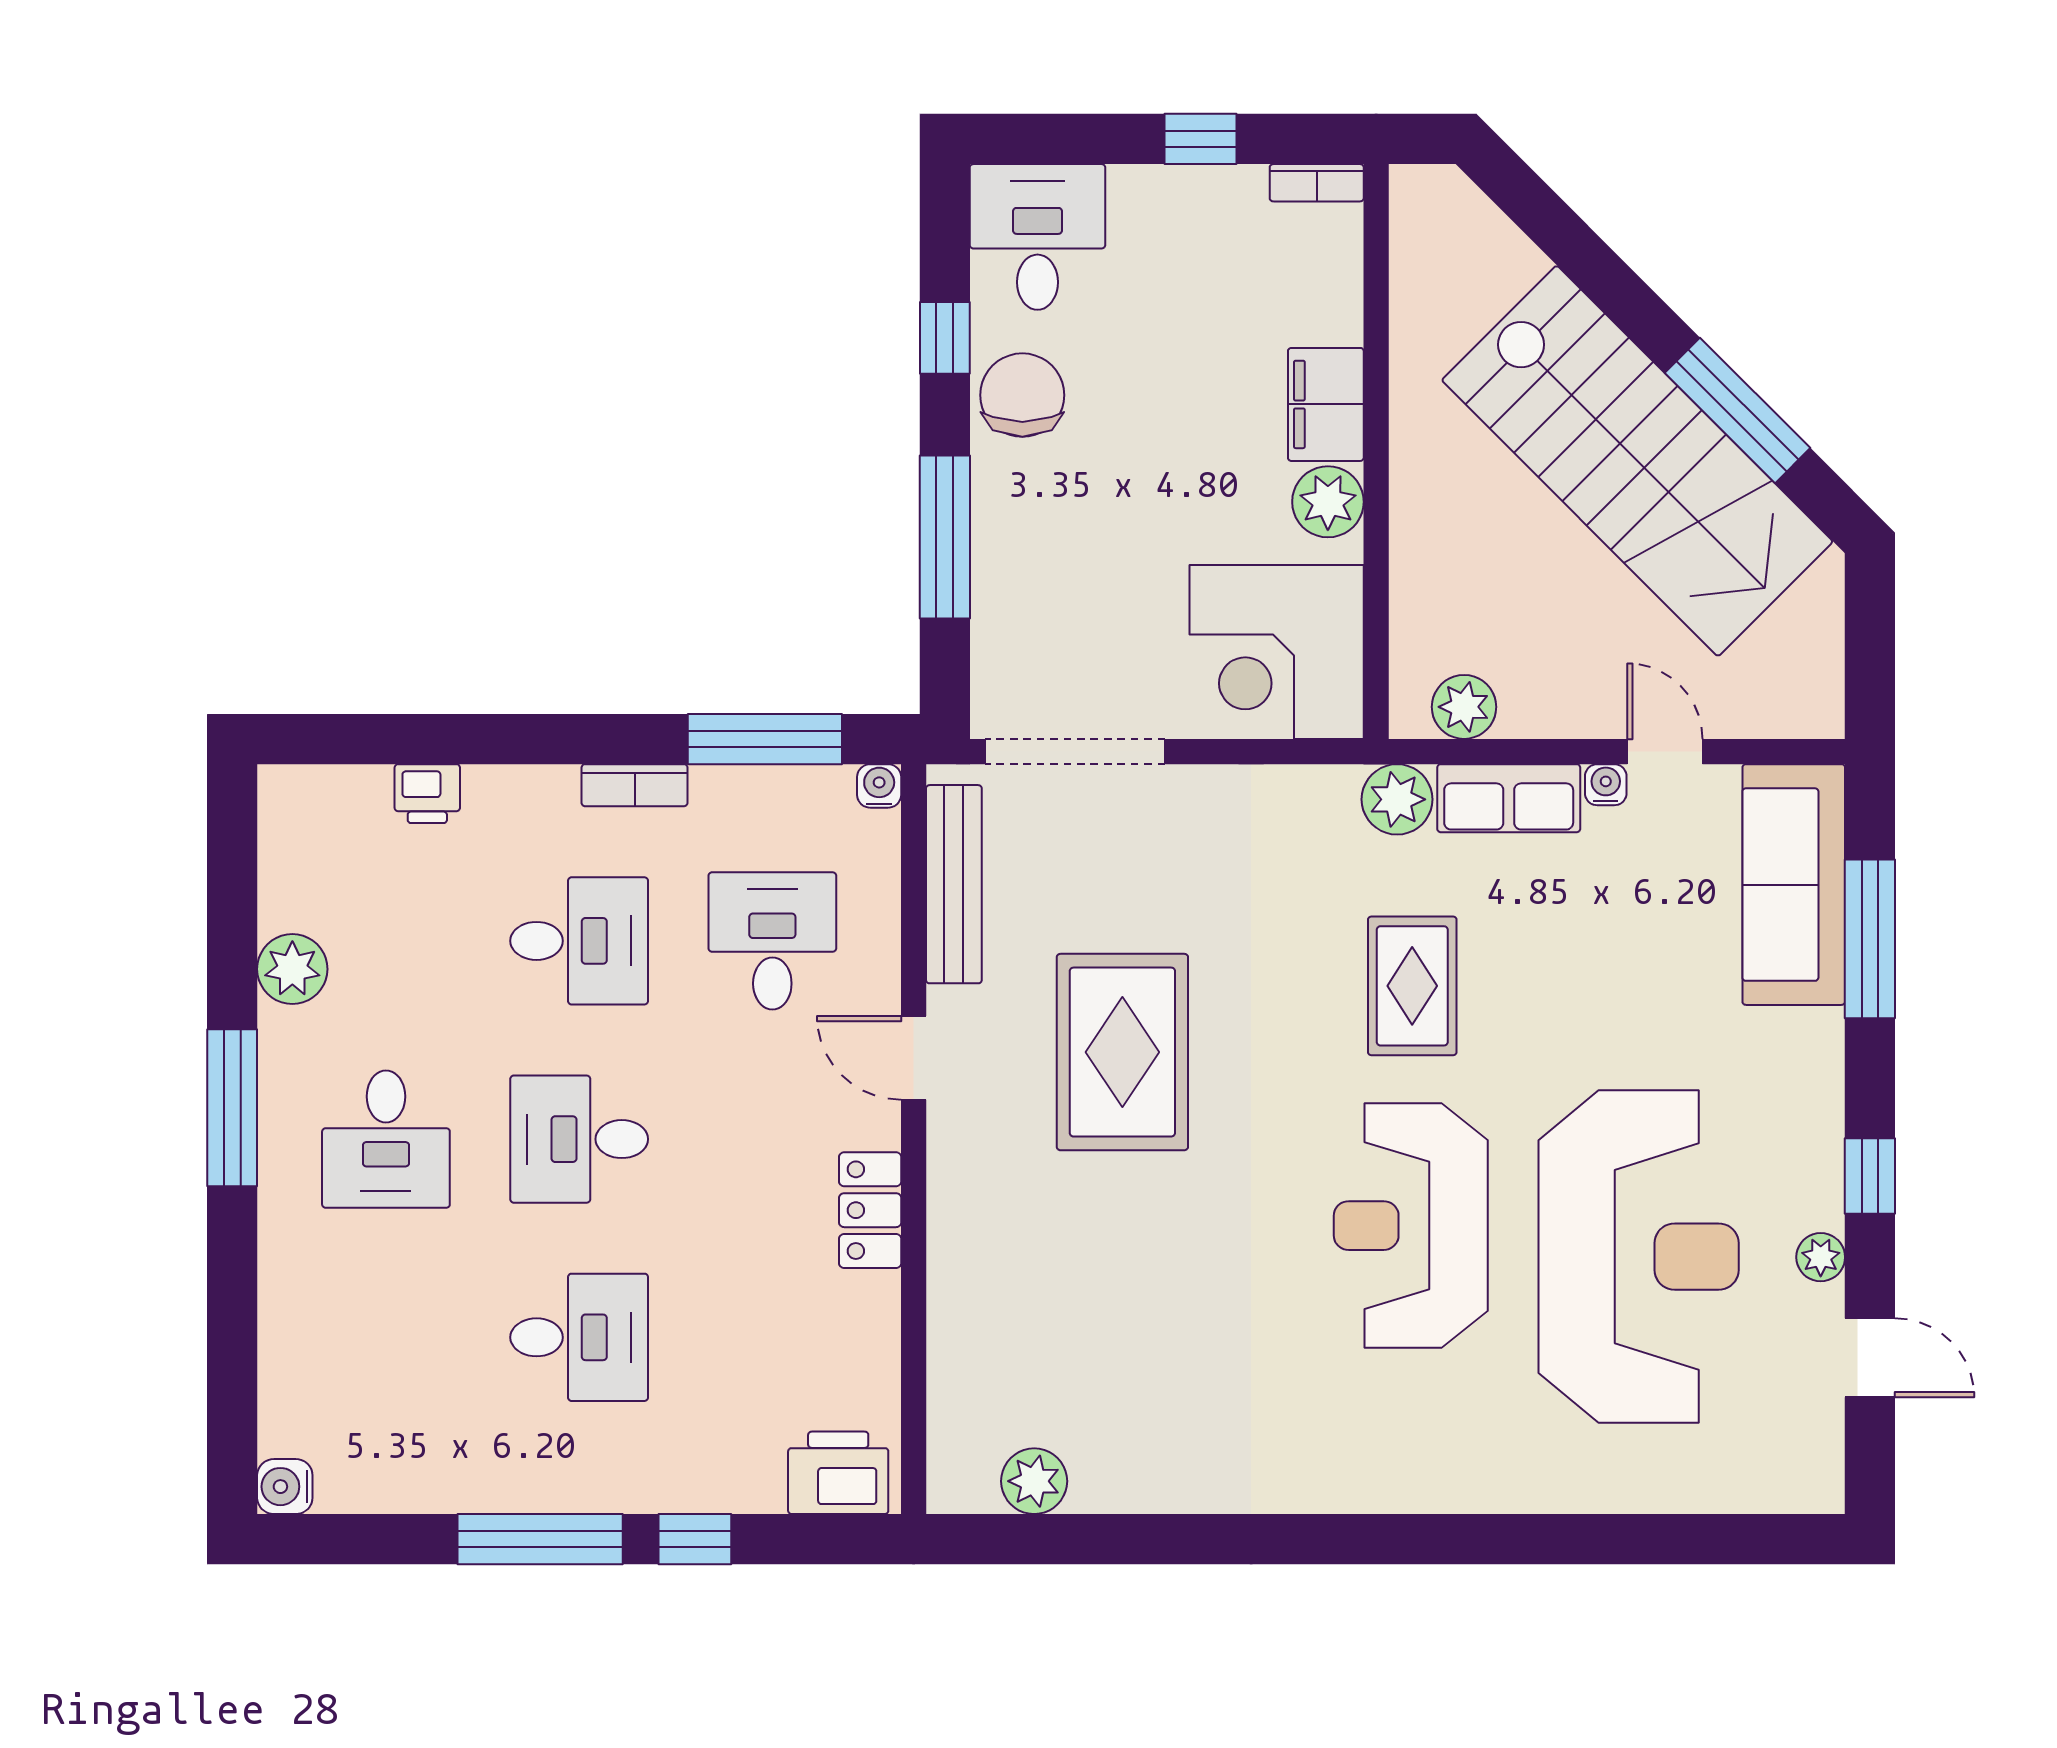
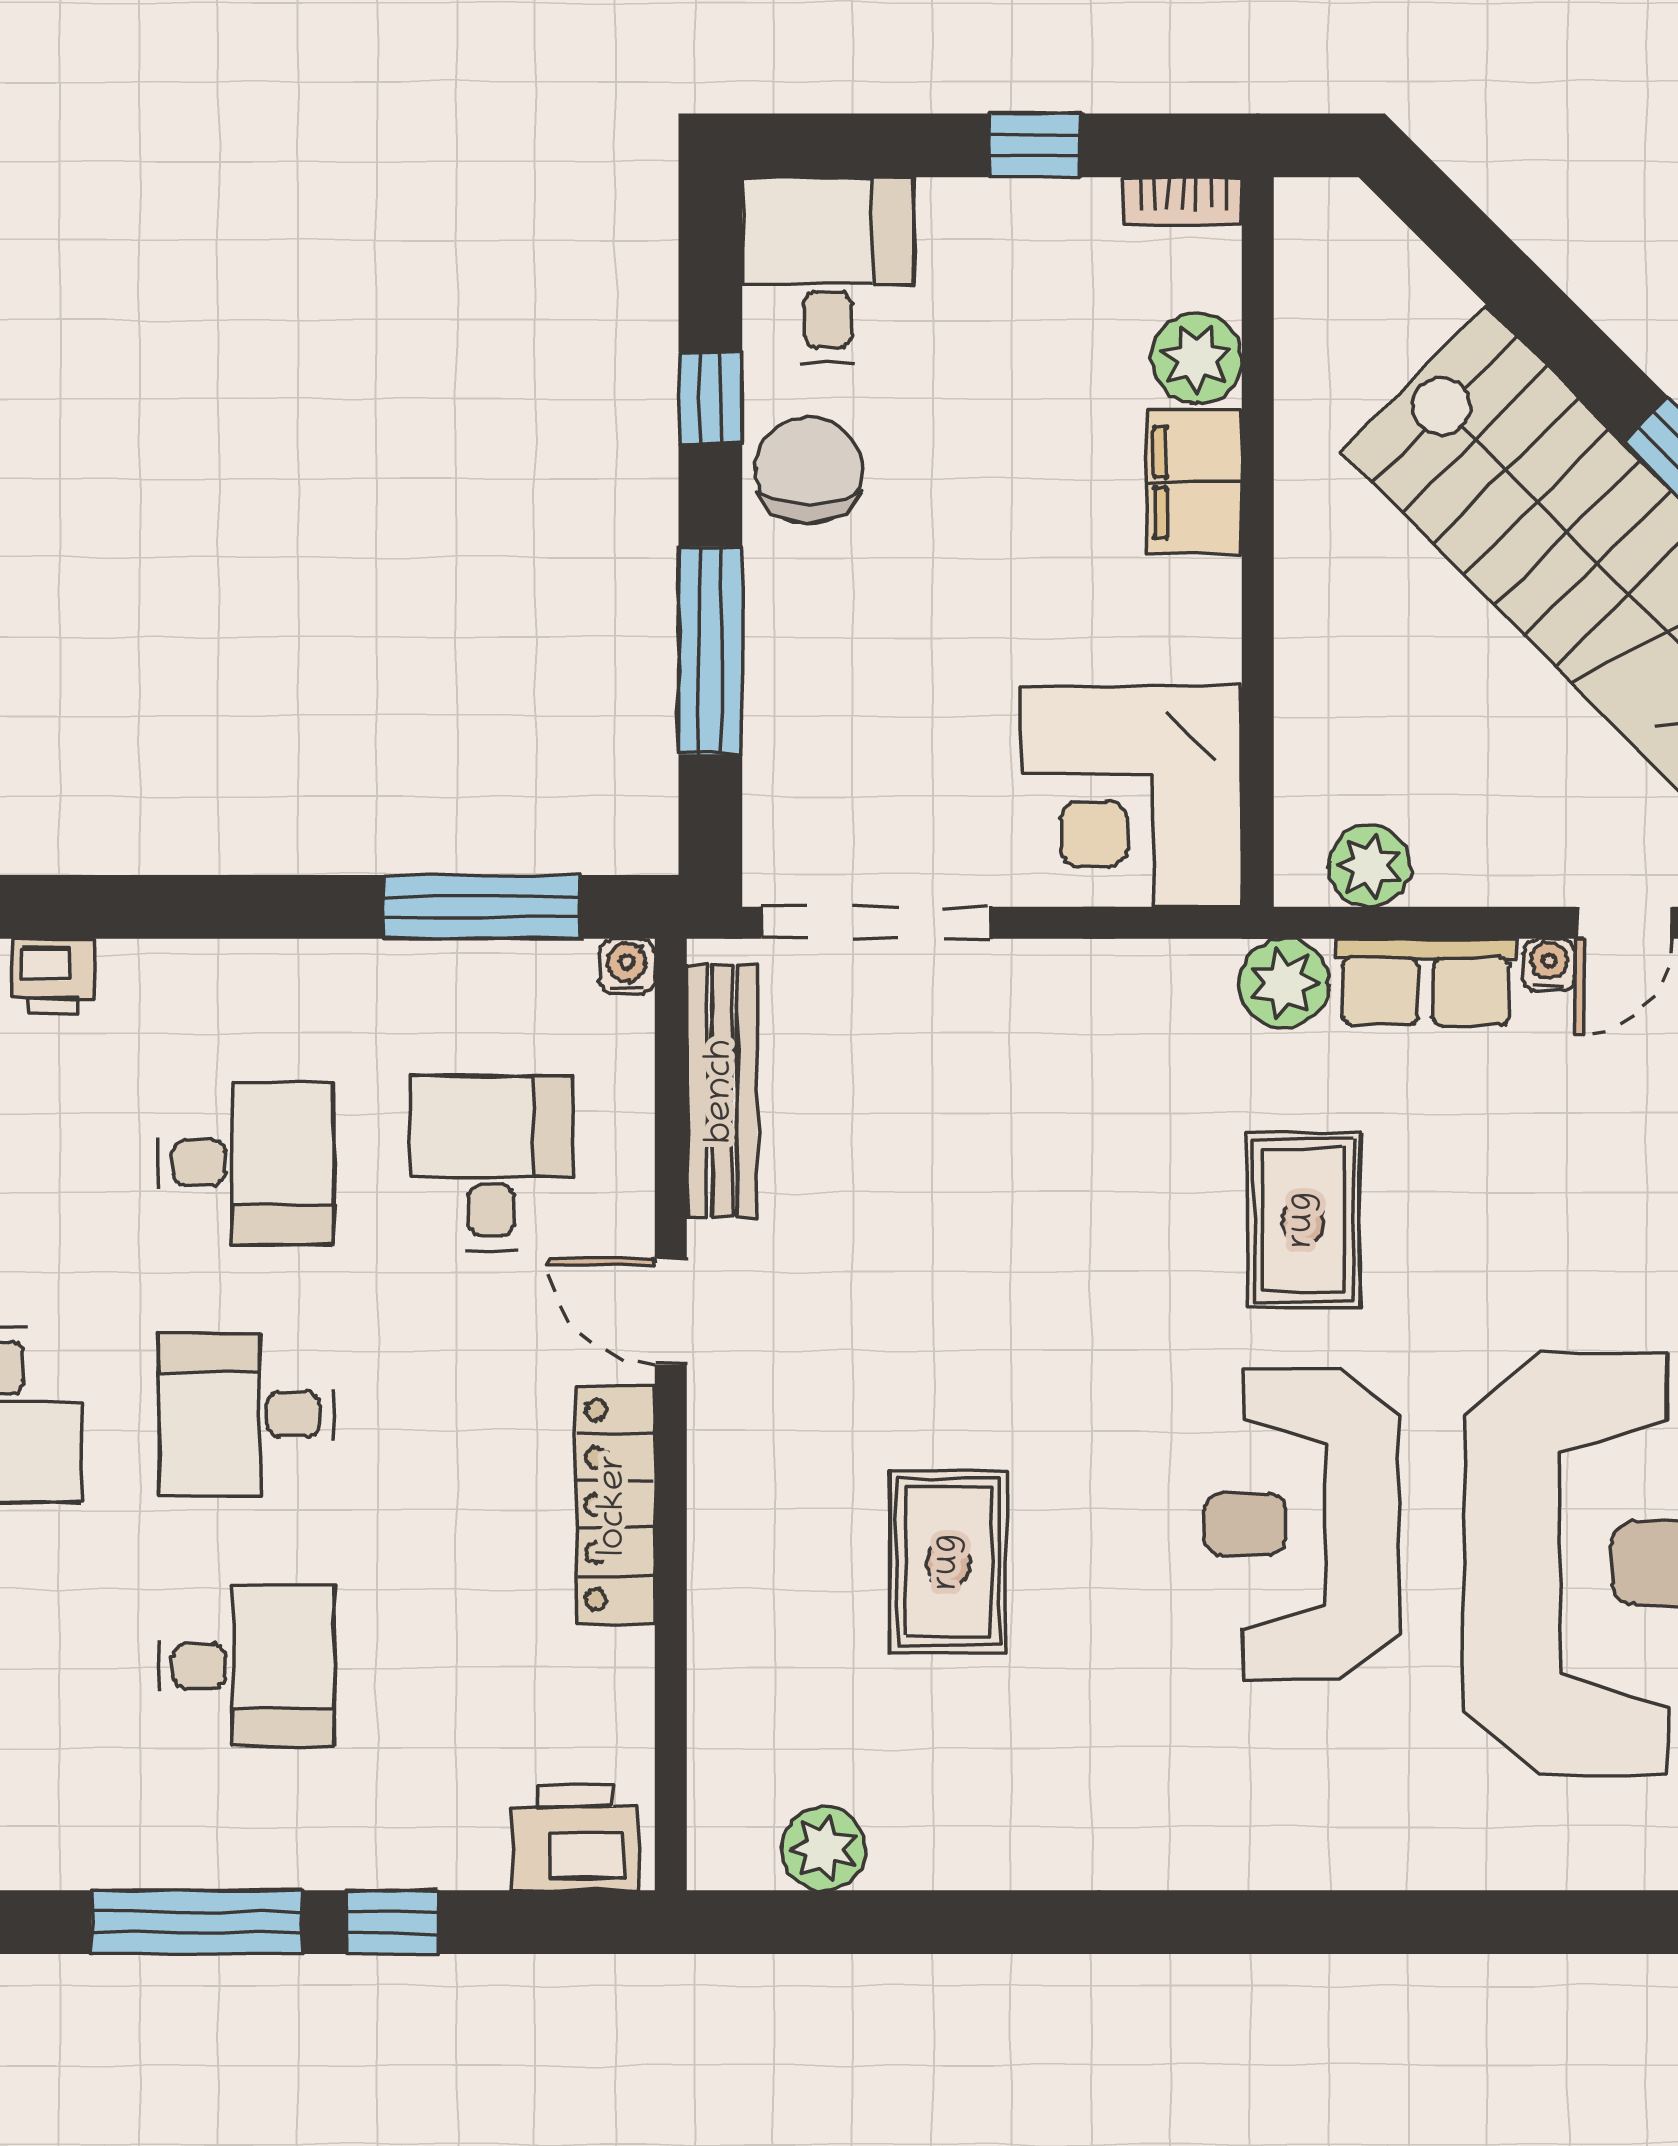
plant: (1328, 502) -> (1197, 359), moved
door: (1665, 752) -> (1624, 923), swing flipped
bookcase: (635, 785) -> (316, 965), removed
rug: (1122, 1052) -> (948, 1562), moved, width x0.73, depth x0.70
locker: (870, 1210) -> (615, 1505), width x1.53

